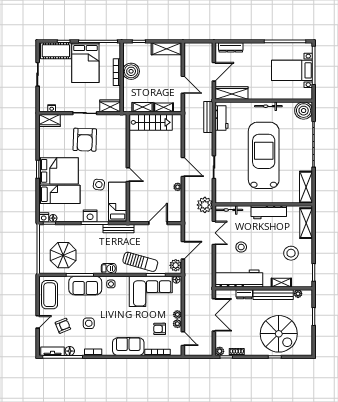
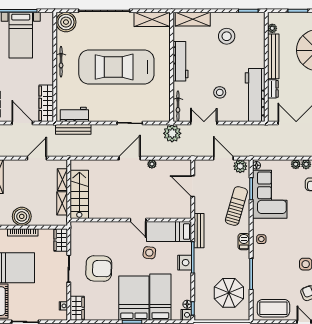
door: (128, 175) -> (138, 220), swing flipped
shelving: (281, 283) -> (260, 47), removed
sofa: (85, 286) -> (263, 268), removed

